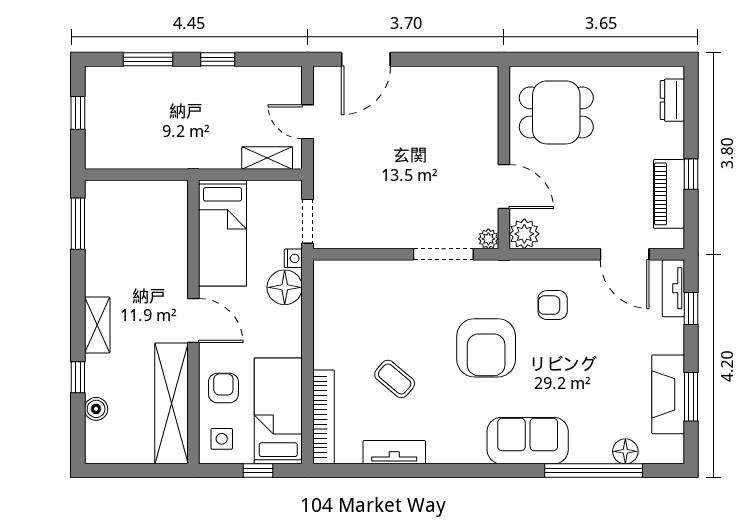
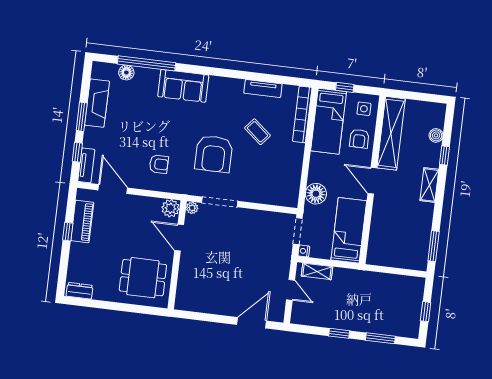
dresser: (672, 100) -> (80, 291), moved, turned -90
nightstand: (293, 258) -> (304, 251), moved
armchair: (486, 348) -> (214, 154), moved, turned 180
window: (691, 397) -> (82, 117), moved

